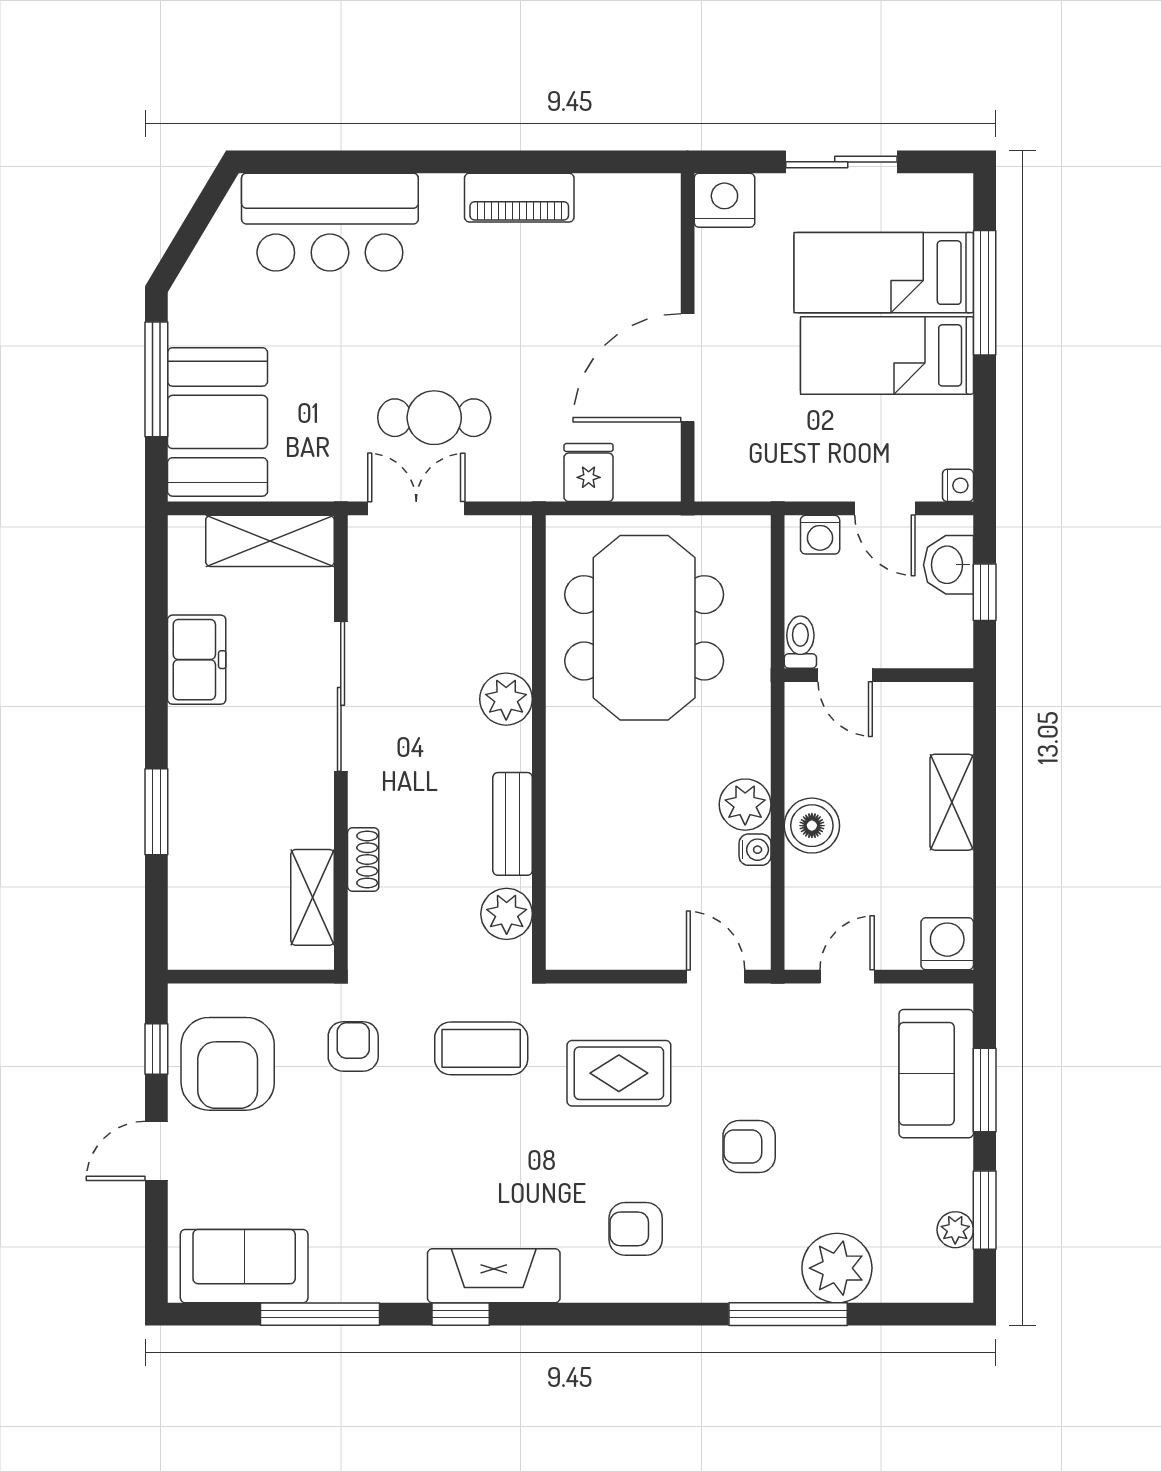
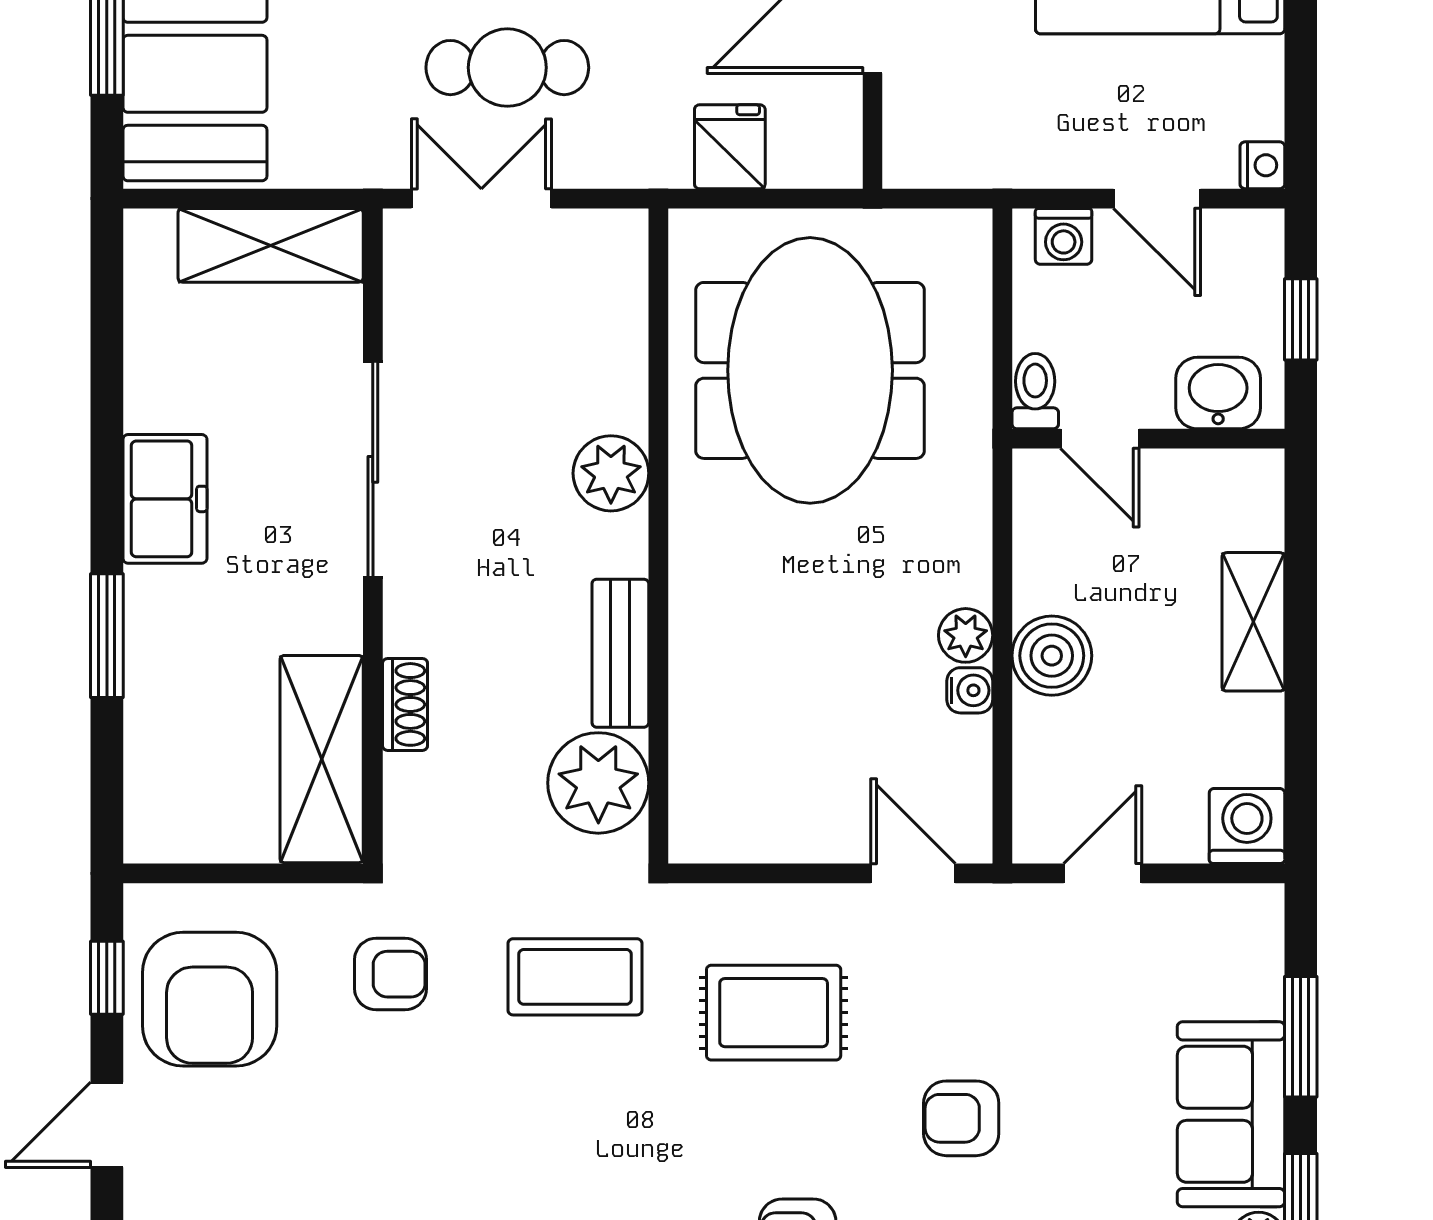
washbasin: (948, 565) -> (1218, 393), moved, turned 90
freezer: (197, 660) -> (165, 499), moved
plant: (745, 805) -> (966, 635), width x0.73, depth x0.73
shelving: (313, 897) -> (322, 759), width x1.50, depth x1.33
plant: (507, 914) -> (598, 783), width x1.36, depth x1.36
armchair: (353, 1046) -> (391, 974), turned 90
sofa: (936, 1074) -> (1231, 1114), moved

